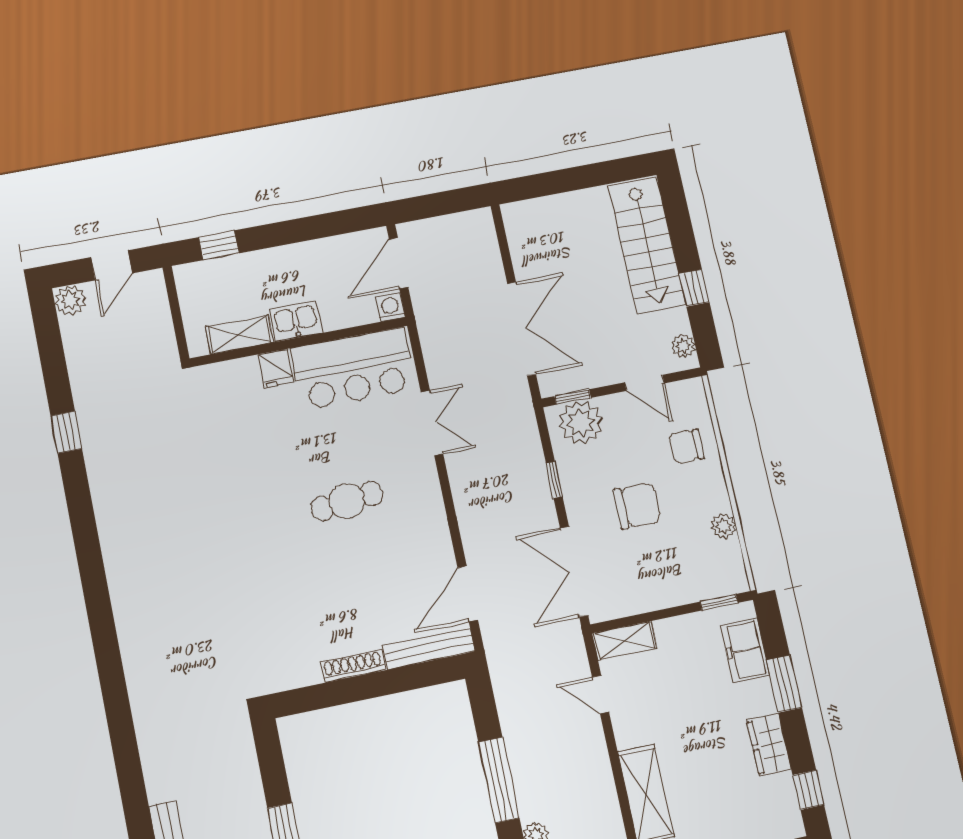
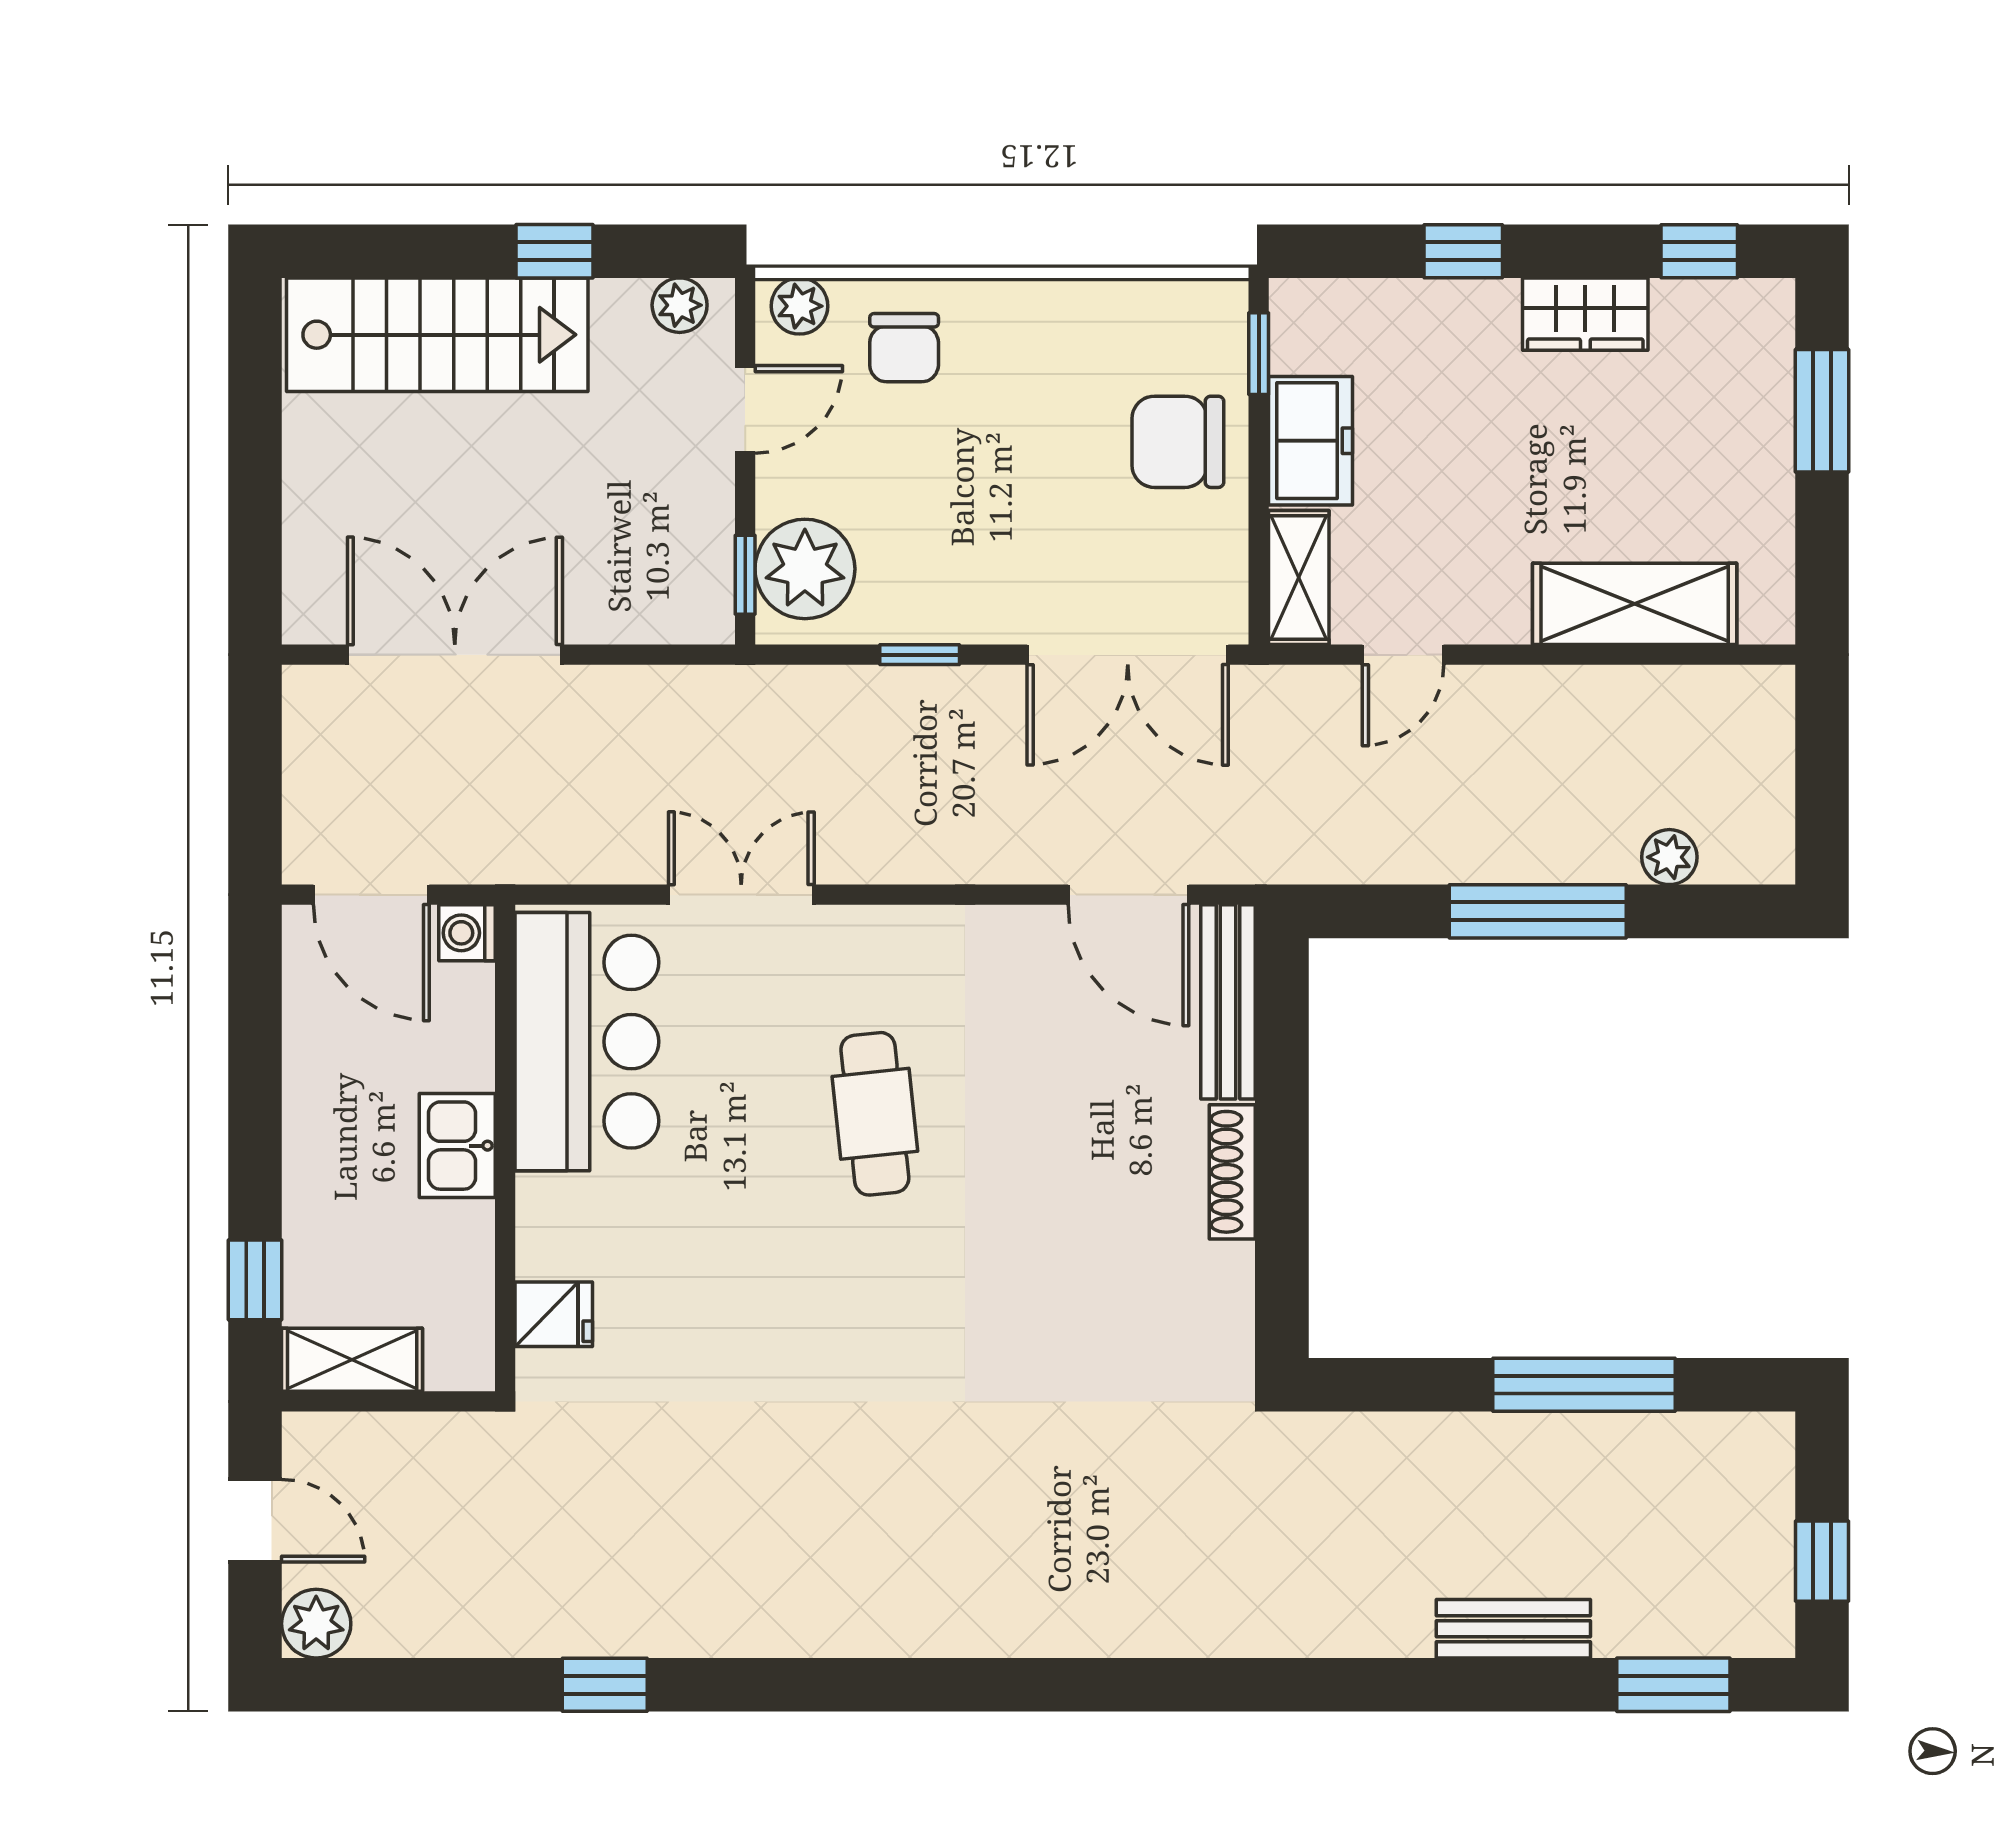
double door: (522, 329) -> (455, 655), moved
shelving: (239, 335) -> (352, 1360), moved, turned 90
fridge: (276, 368) -> (554, 1314), moved
chair: (637, 506) -> (1178, 442), moved, turned -90
plant: (723, 526) -> (800, 306), moved
freezer: (745, 650) -> (1310, 441), moved, turned -90
window: (784, 684) -> (1463, 251), width x0.67

